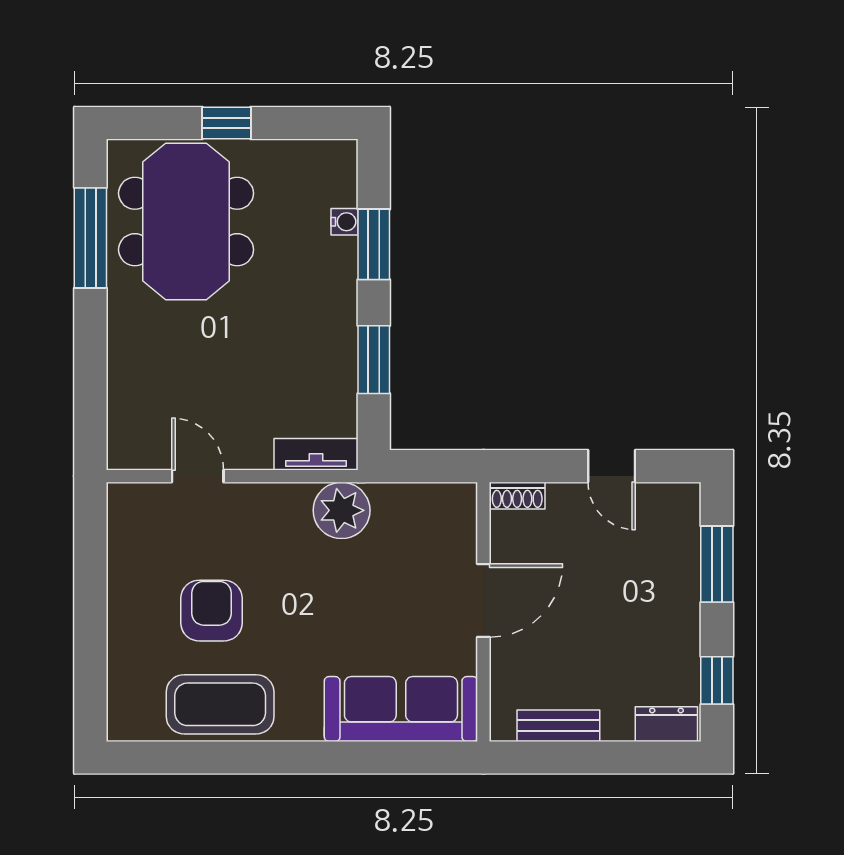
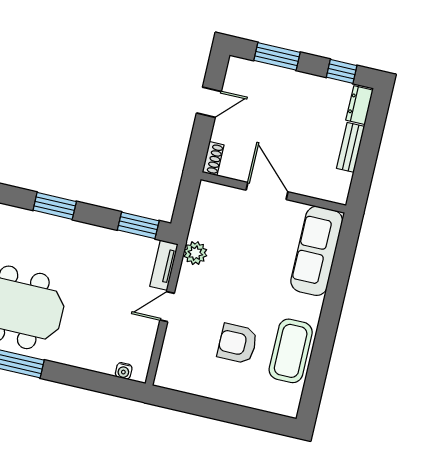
water cooler: (344, 222) -> (124, 371), moved, turned 180
window: (374, 360) -> (138, 225), moved
door: (198, 476) -> (167, 307), moved
plant: (342, 510) -> (195, 253), width x0.73, depth x0.73
bench: (558, 726) -> (351, 147), moved

